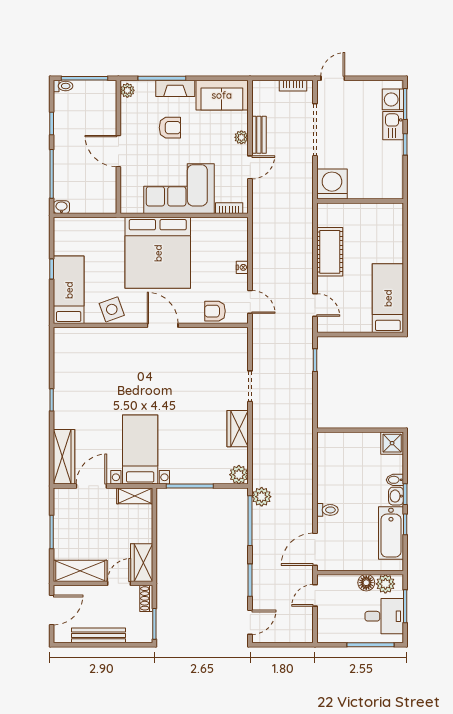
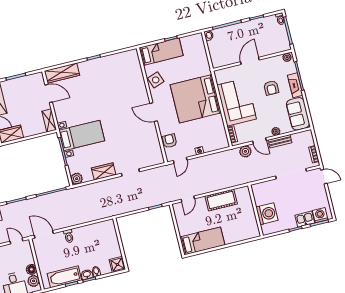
washing machine: (332, 184) -> (267, 214), moved
door: (163, 325) -> (154, 112), swing flipped
bed with nightstands: (140, 450) -> (82, 135), moved
plant: (262, 497) -> (245, 151), moved

